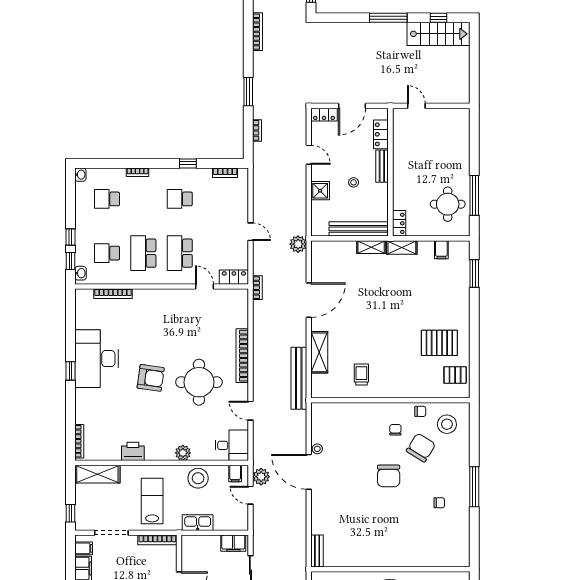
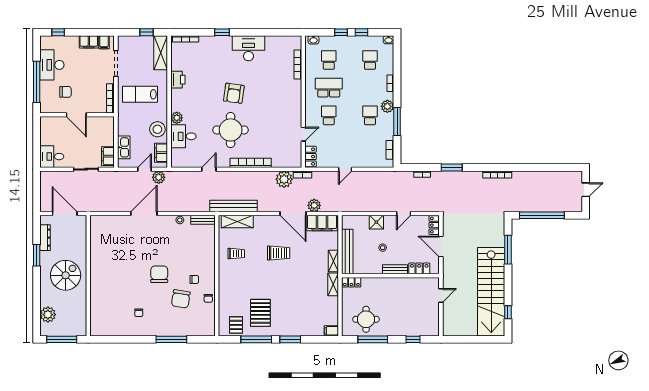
window: (388, 18) -> (508, 250), moved
stairs: (438, 34) -> (491, 292), width x1.86, depth x1.51
window: (474, 142) -> (413, 339), added
window: (188, 163) -> (397, 122), width x2.17
plant: (168, 176) -> (387, 106), added
plant: (298, 244) -> (314, 205), moved
filing cabinet: (441, 250) -> (331, 331), moved
school desk: (180, 253) -> (329, 115), width x0.54
window: (70, 261) -> (362, 32), moved
filing cabinet: (321, 262) -> (322, 223), added
window: (474, 274) -> (290, 339), moved
plant: (264, 312) -> (284, 179), added
trolley: (361, 319) -> (279, 253), added
window: (474, 348) -> (256, 339), added
shelving: (319, 352) -> (237, 222), moved
desk: (97, 359) -> (249, 48), width x0.73, depth x0.77
window: (70, 371) -> (222, 32), moved
stool: (447, 424) -> (199, 319), removed
desk: (232, 445) -> (183, 136), moved, turned 90
chair: (421, 448) -> (181, 299), turned 67
door: (309, 472) -> (144, 214), moved
filing cabinet: (235, 473) -> (161, 153), width x2.00
chair: (389, 476) -> (159, 274), turned 90
window: (474, 487) -> (171, 339), moved
lab bench: (152, 501) -> (140, 94), turned 180
window: (70, 513) -> (147, 32), moved
kitchen sink: (198, 523) -> (124, 147), moved
bench: (317, 551) -> (203, 220), moved

